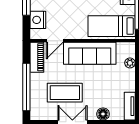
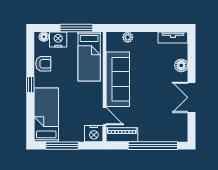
nightstand: (38, 20) -> (94, 134), moved
coffee table: (65, 93) -> (159, 105), removed

